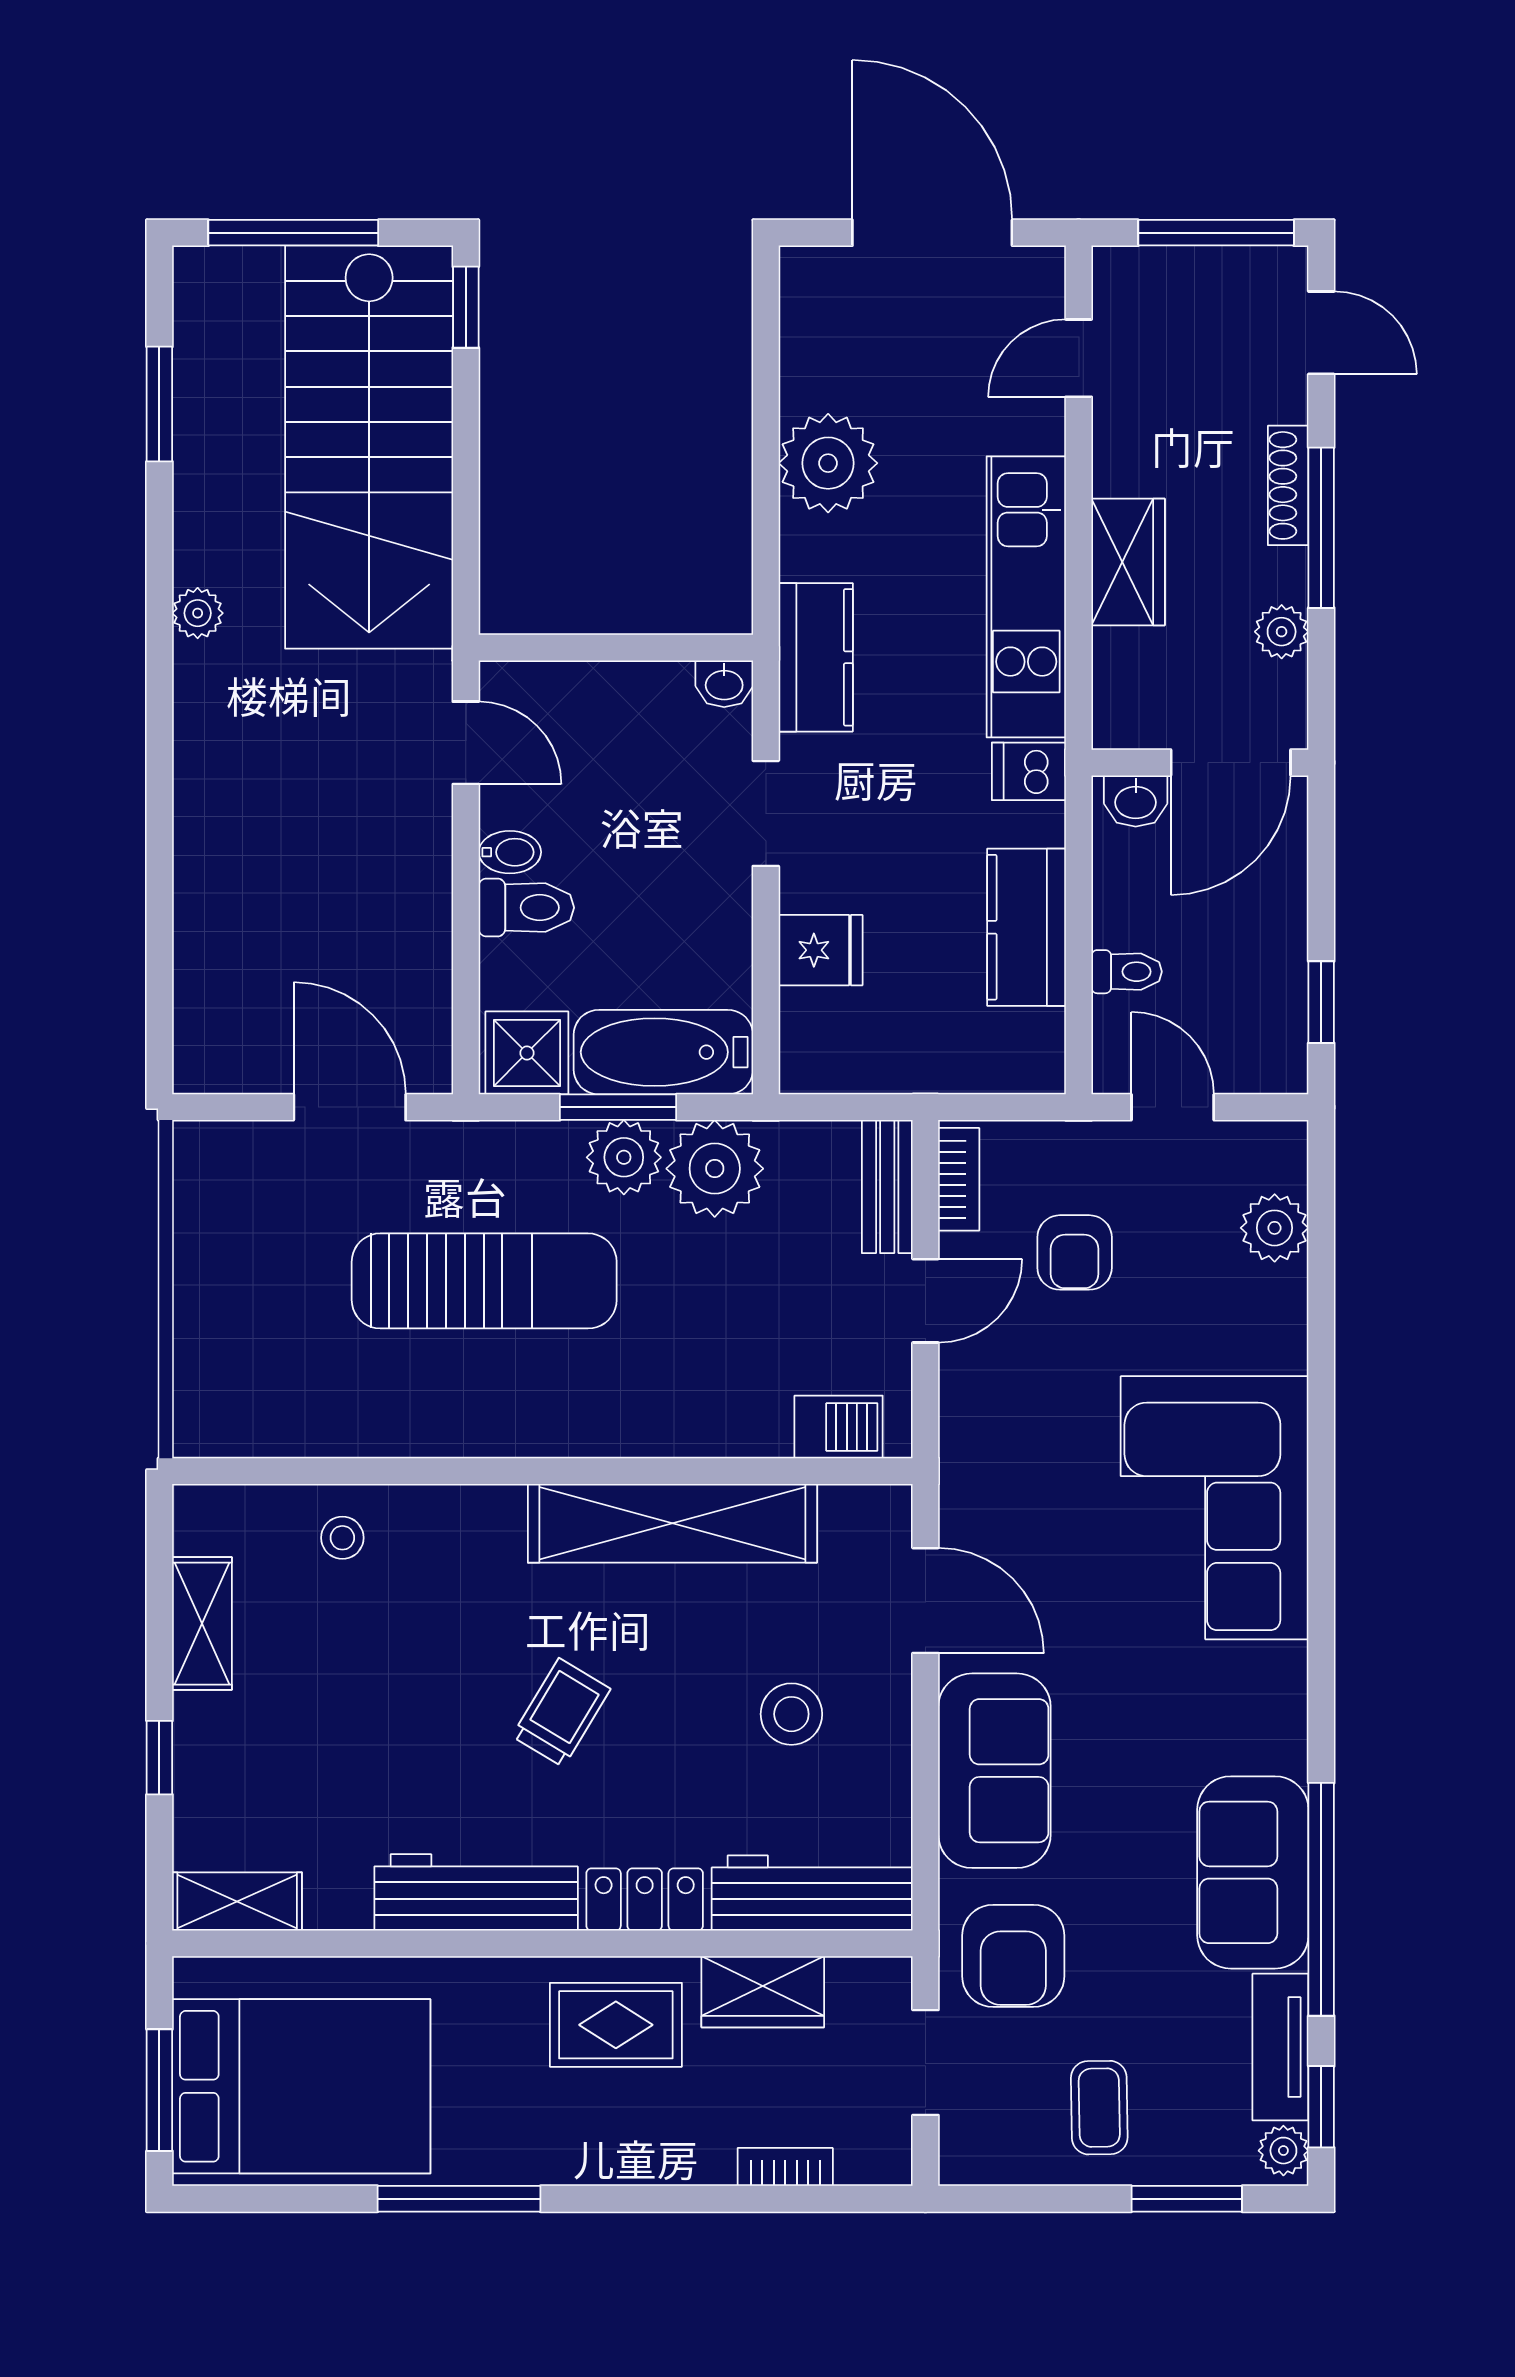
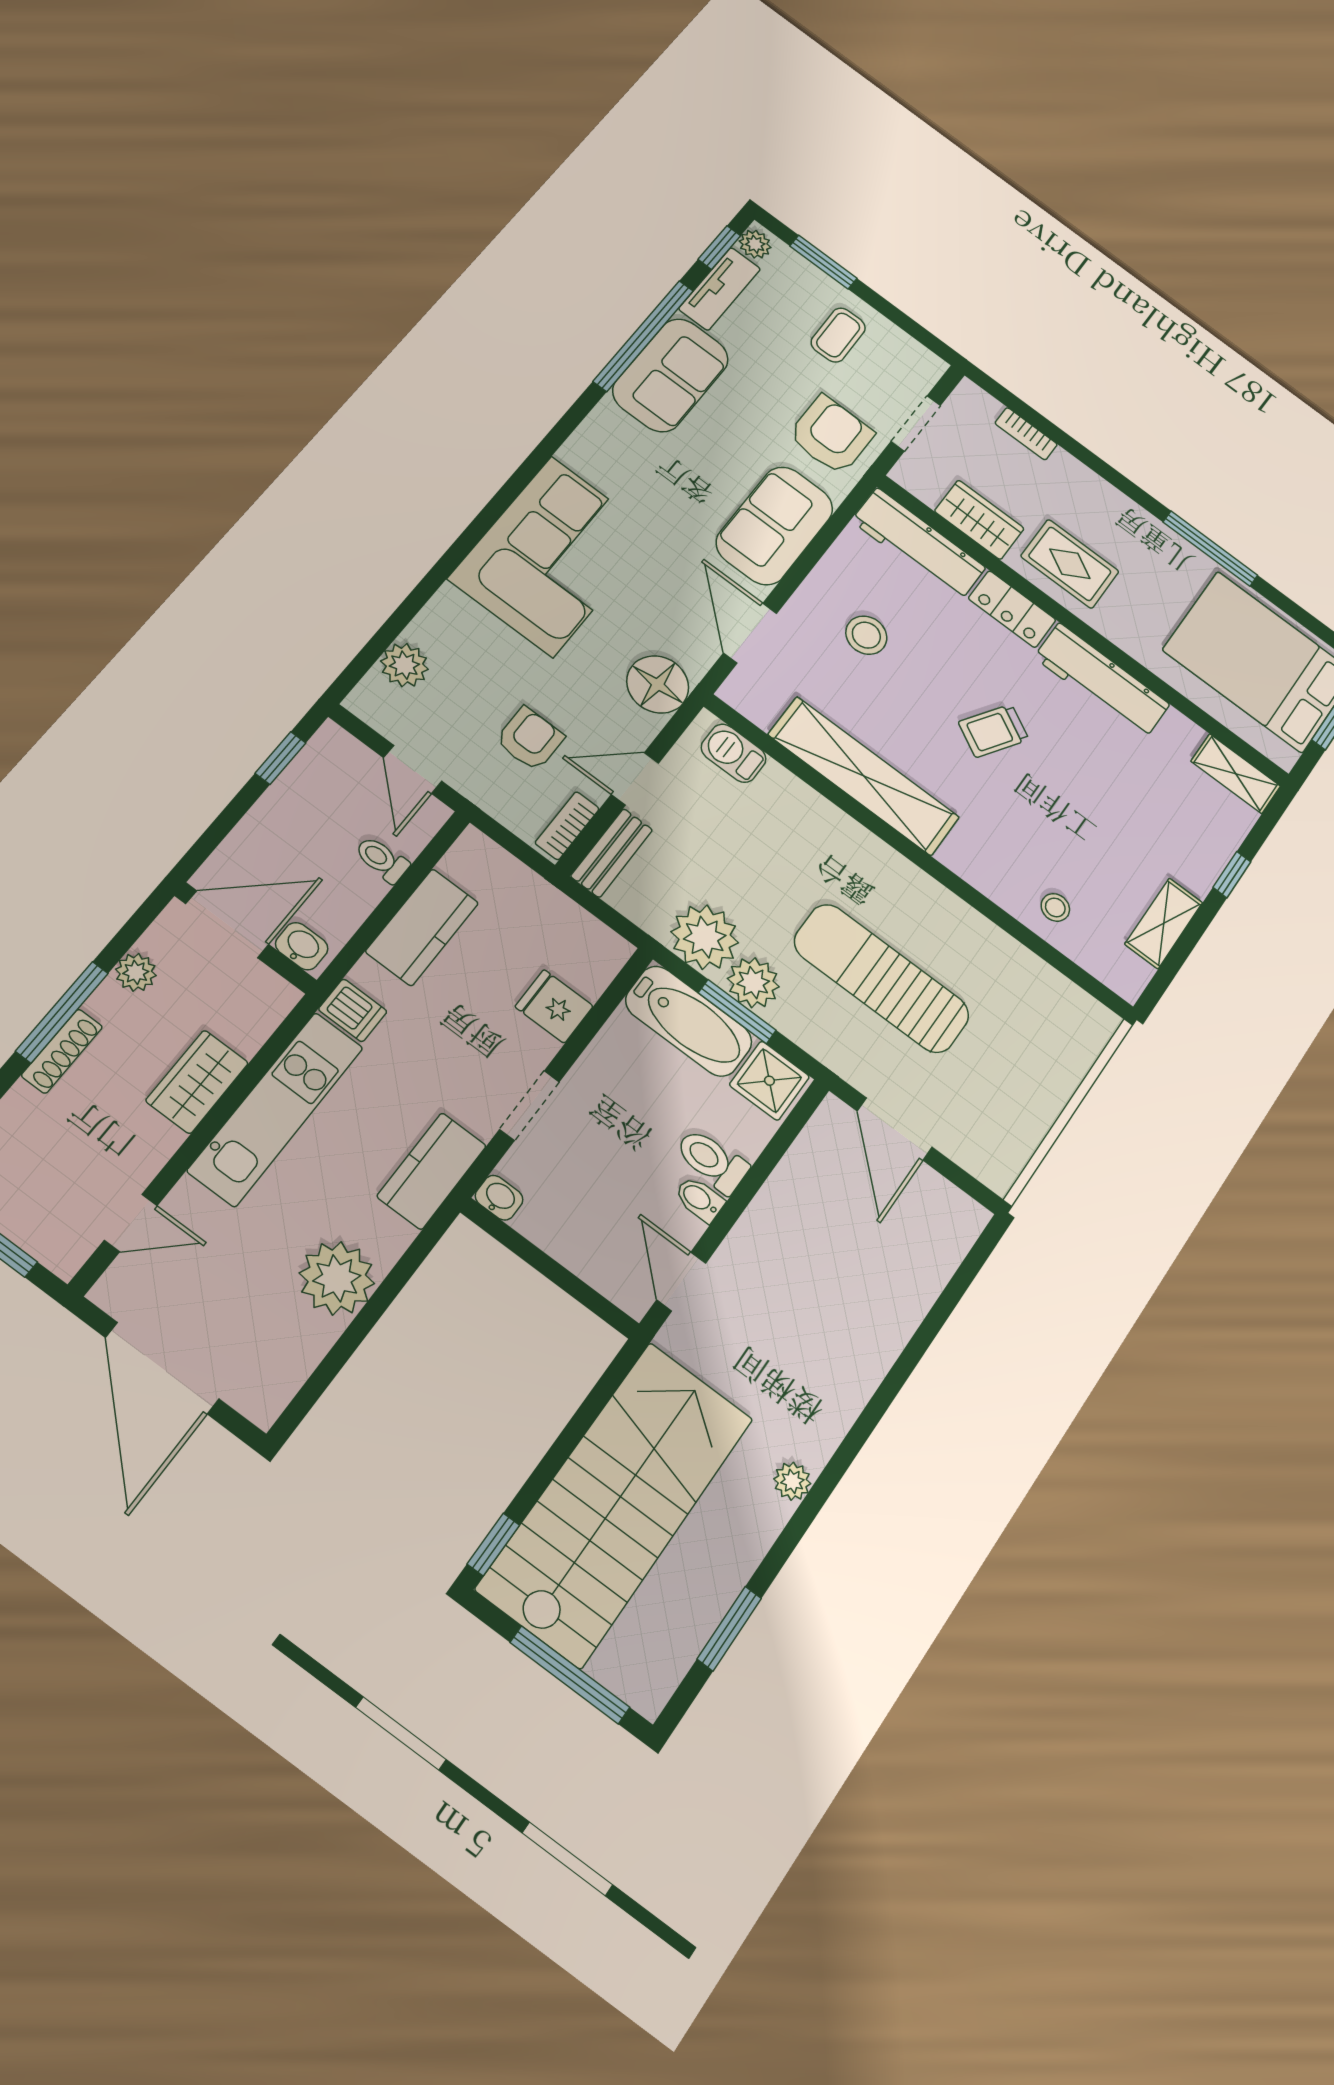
floor lamp: (983, 1443) -> (658, 684), added

